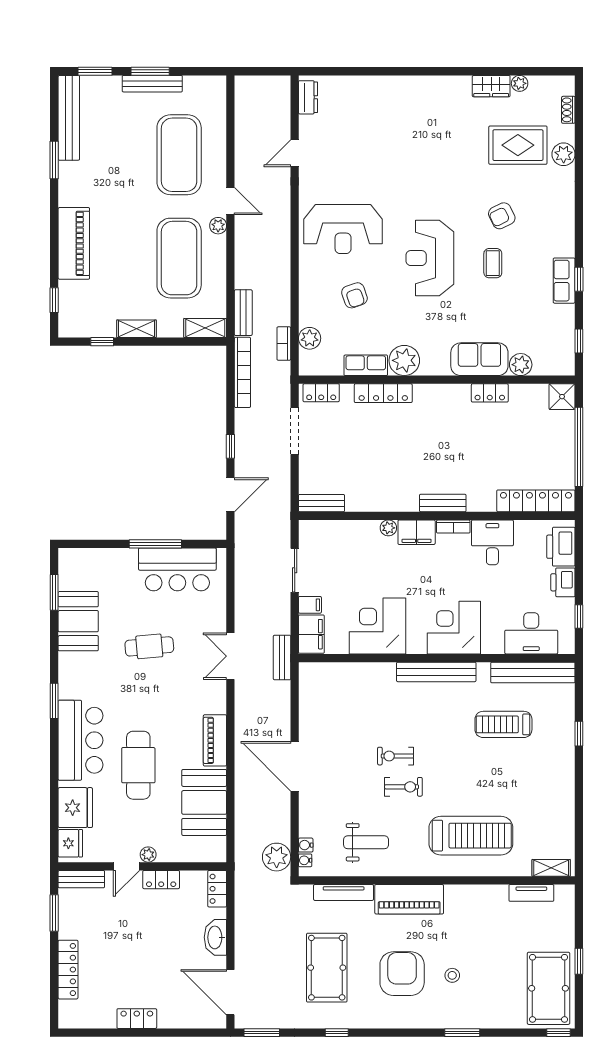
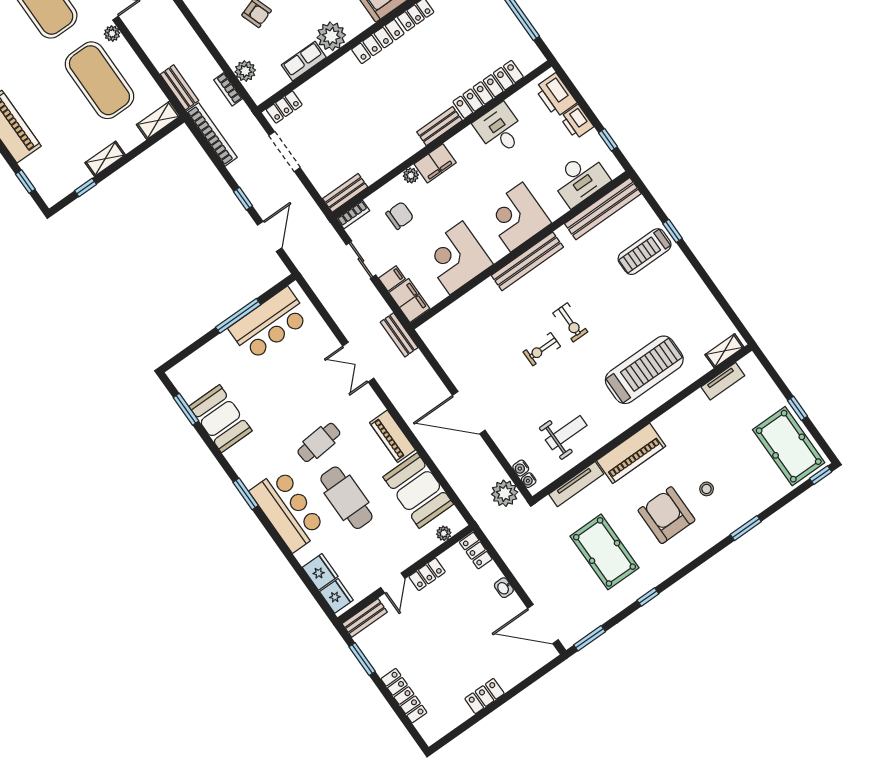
locker: (383, 393) -> (378, 41), moved
locker: (536, 501) -> (488, 89), moved
bookcase: (453, 527) -> (353, 215), moved
chair: (355, 556) -> (400, 216), added
cafe table: (149, 646) -> (319, 442), moved
treadmill: (503, 724) -> (645, 252), moved
exercise bike: (403, 787) -> (570, 322), moved, turned 90
fridge: (75, 808) -> (320, 572), width x0.73, depth x0.75
plant: (148, 855) -> (444, 533), moved
washbasin: (215, 937) -> (504, 588), width x0.52, depth x0.69

